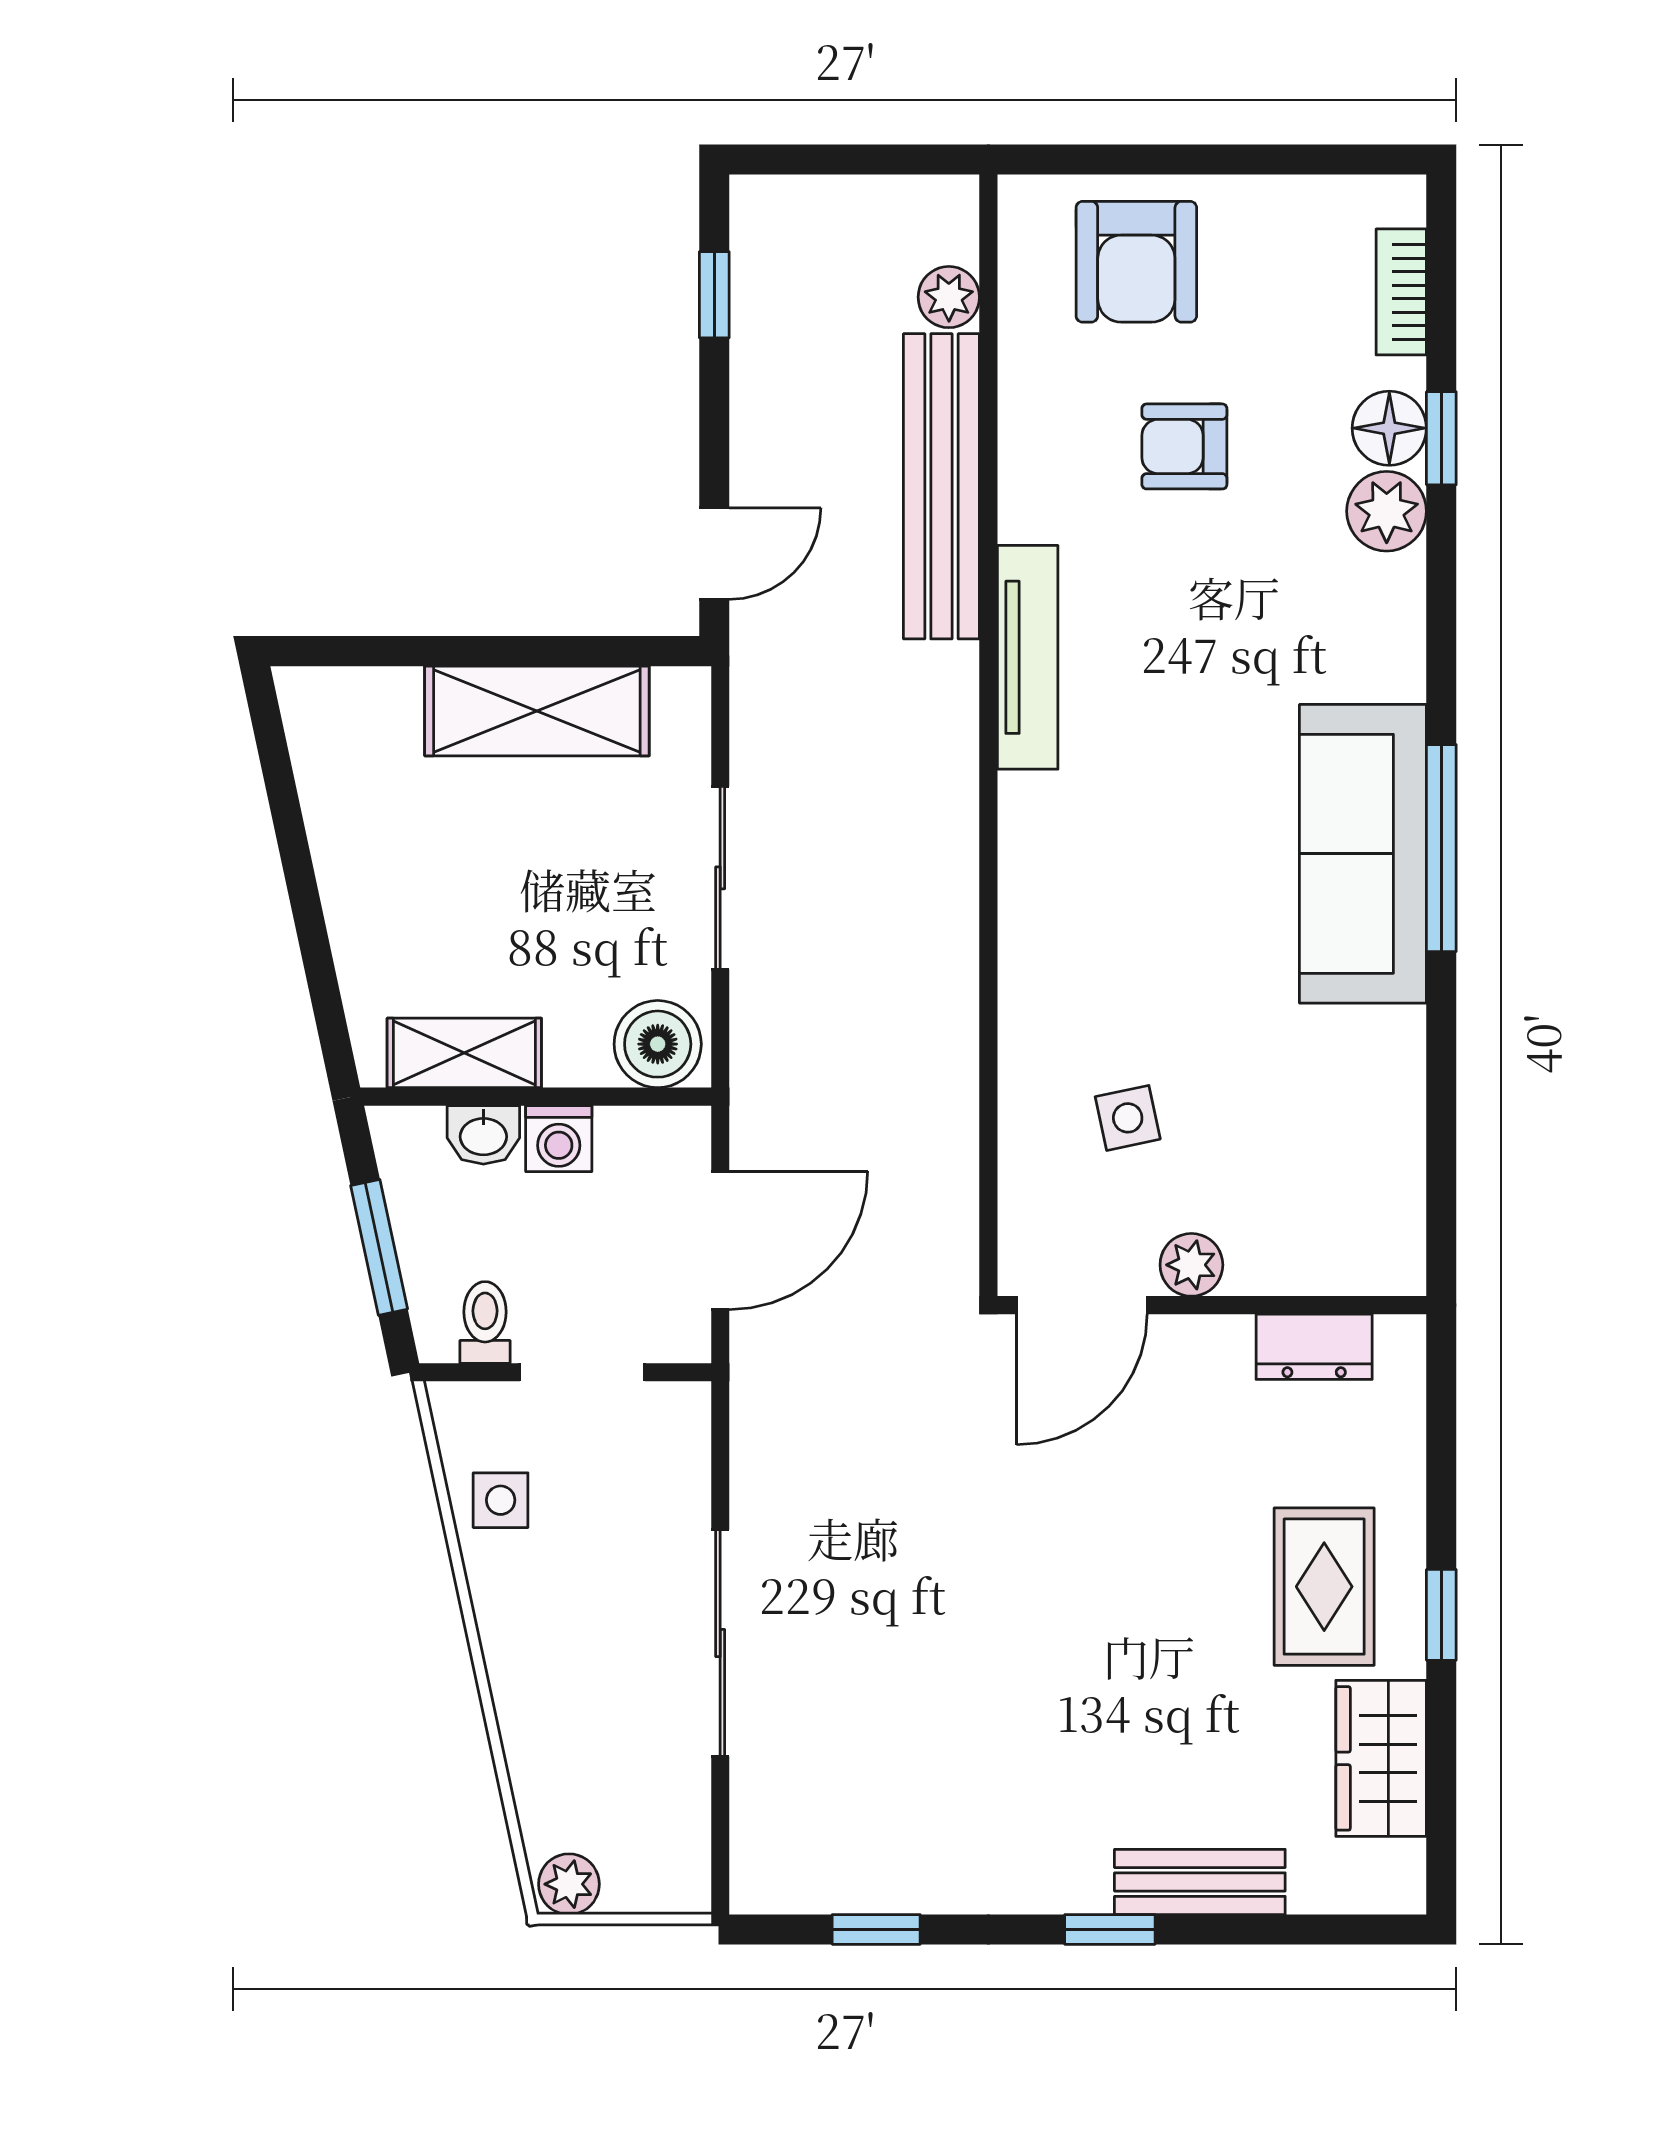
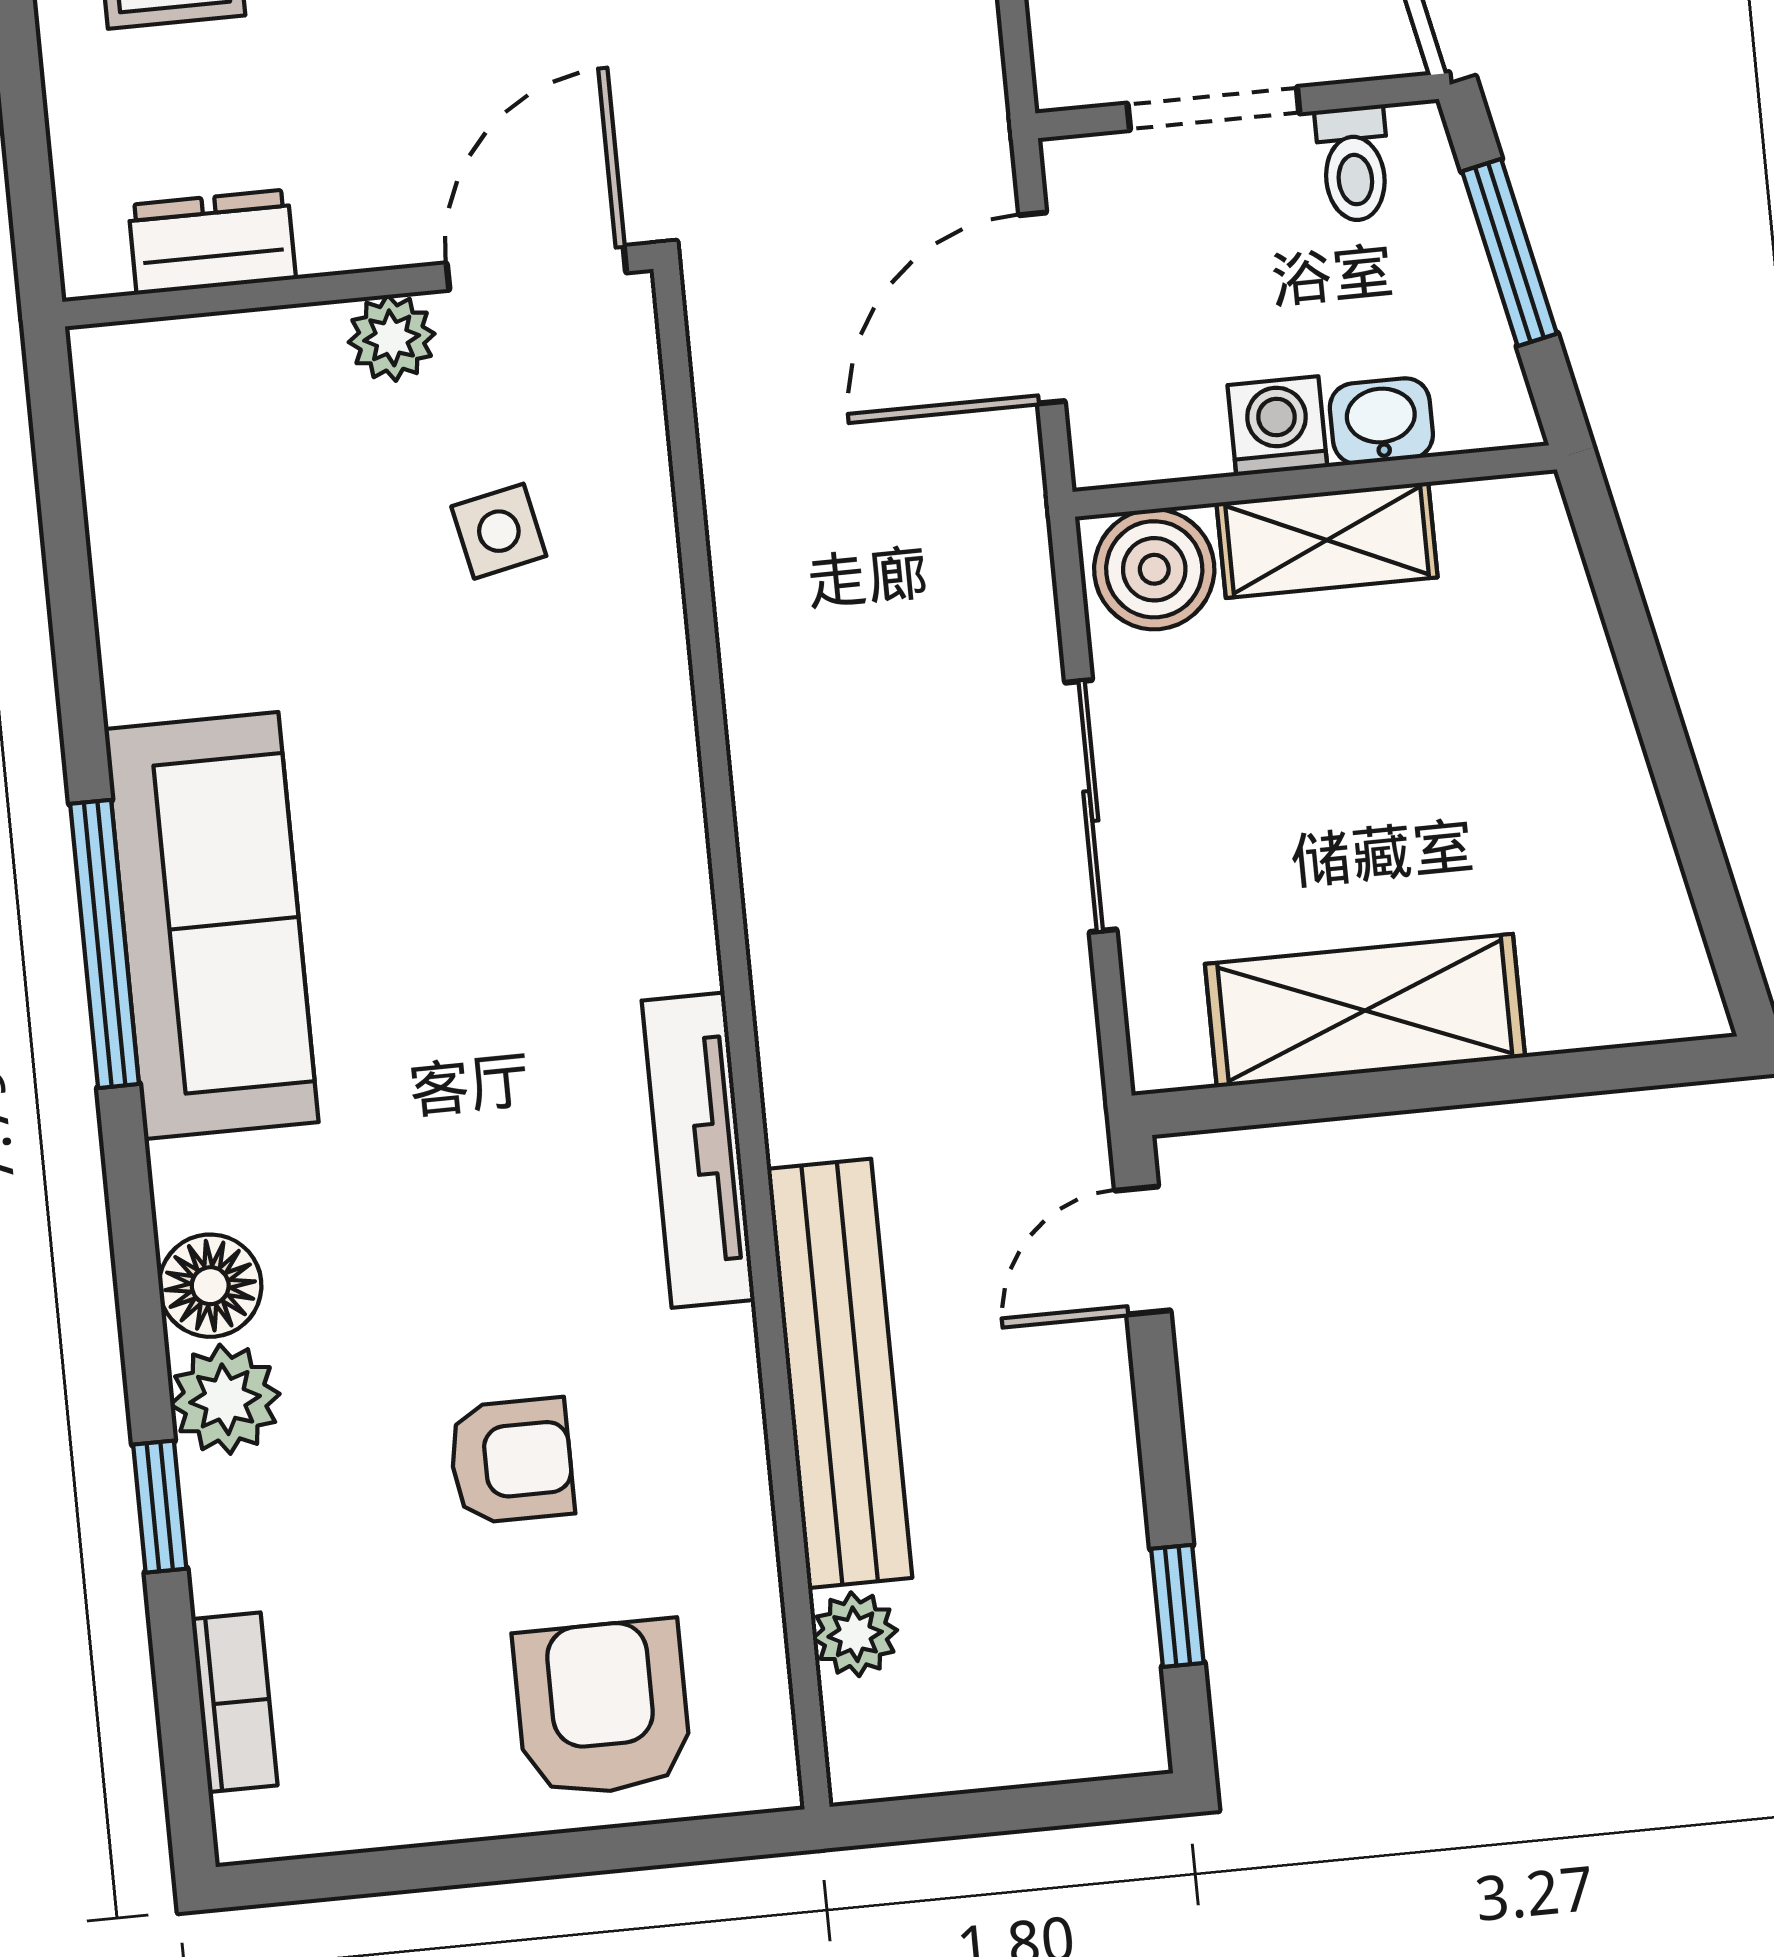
floor lamp: (1389, 428) -> (210, 1286), moved
shelving: (464, 1053) -> (1327, 540), moved

